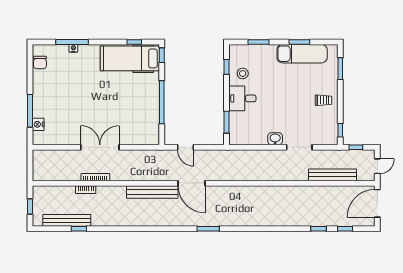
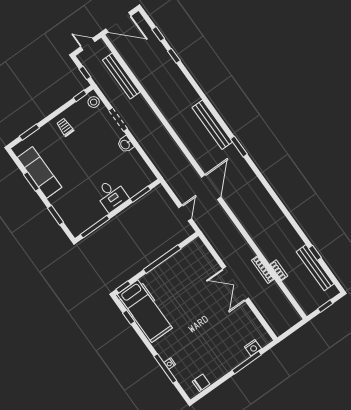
window: (226, 67) -> (95, 227), width x2.17
stool: (243, 74) -> (94, 102), moved
bench: (152, 192) -> (212, 125), moved

